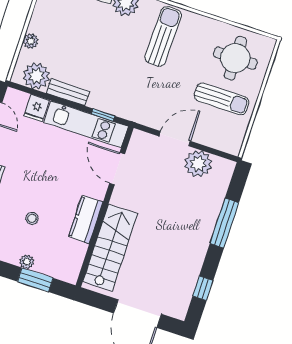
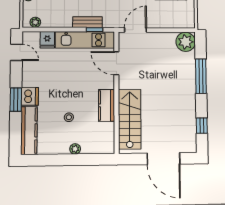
plant: (36, 76) -> (35, 22), width x0.53, depth x0.53
bench: (68, 92) -> (87, 22), moved
door: (175, 139) -> (135, 30), moved
plant: (198, 164) -> (186, 42), moved
window: (35, 280) -> (85, 160), removed

